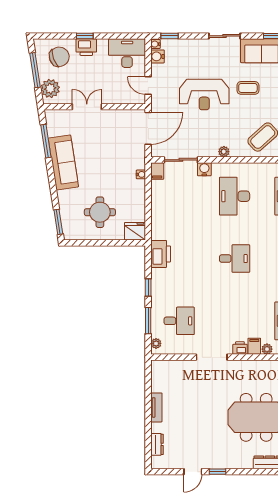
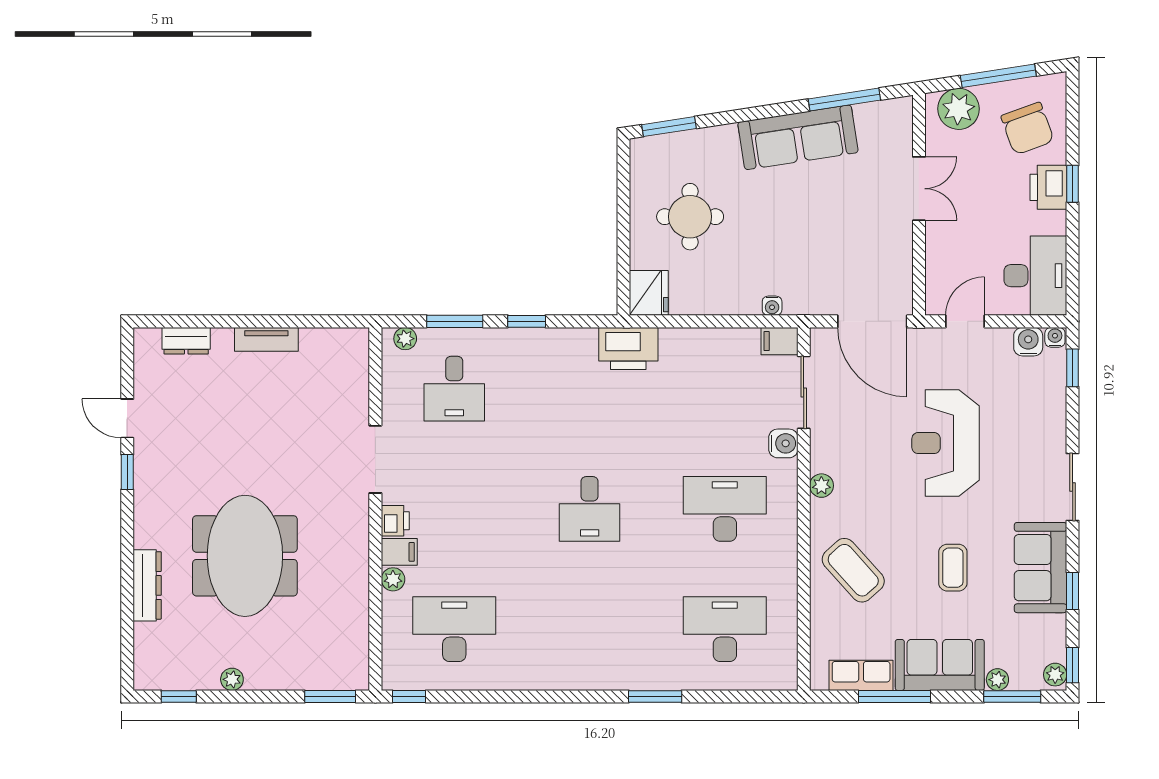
coffee table: (248, 88) -> (953, 568), moved
printer: (161, 254) -> (628, 348), moved

